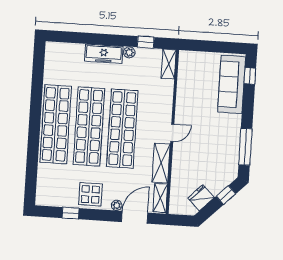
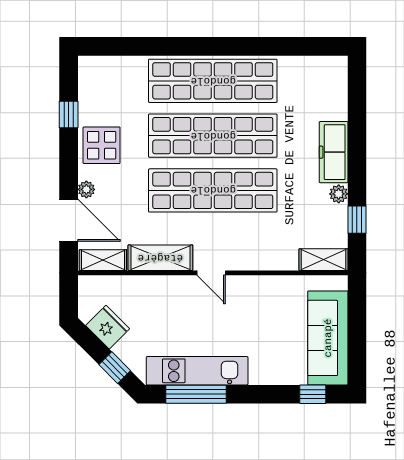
sofa: (232, 84) -> (328, 338), moved, turned -90
kitchen unit: (231, 145) -> (197, 371), added

